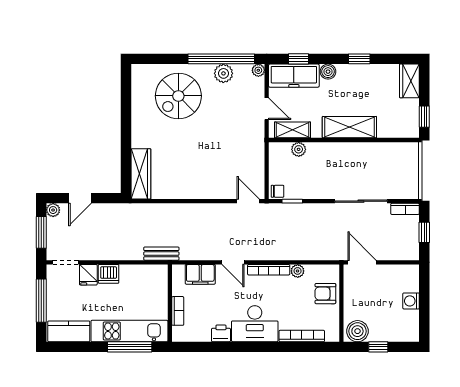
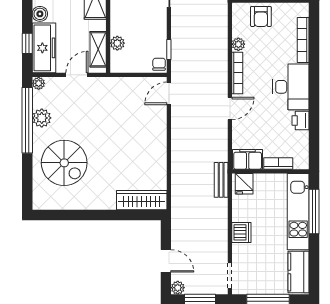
filing cabinet: (200, 274) -> (248, 159), moved, turned -90
fridge: (88, 275) -> (244, 184), moved, turned 90

